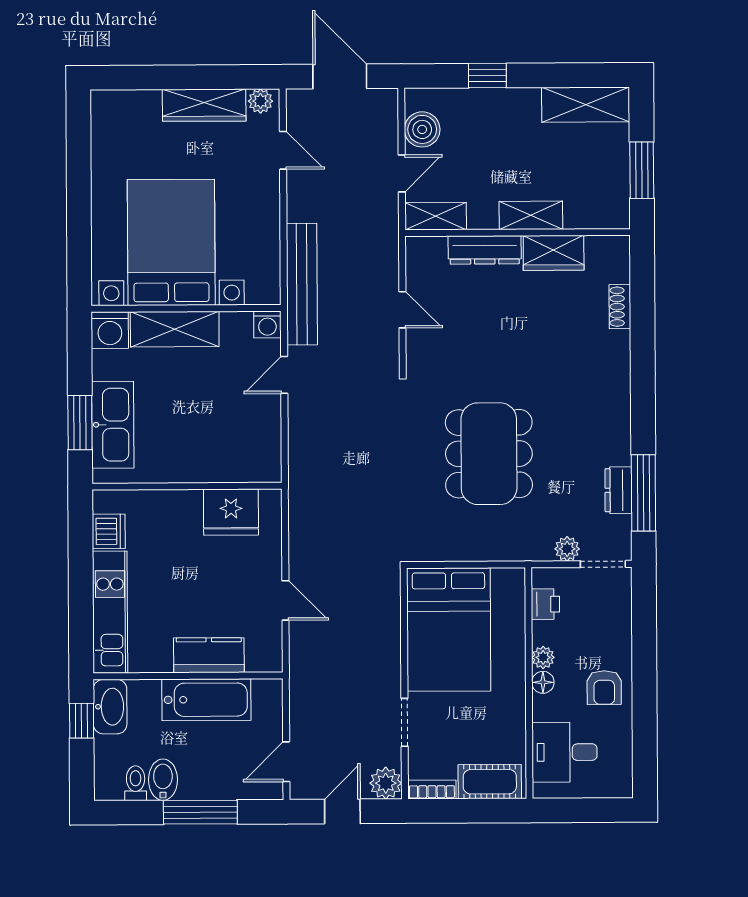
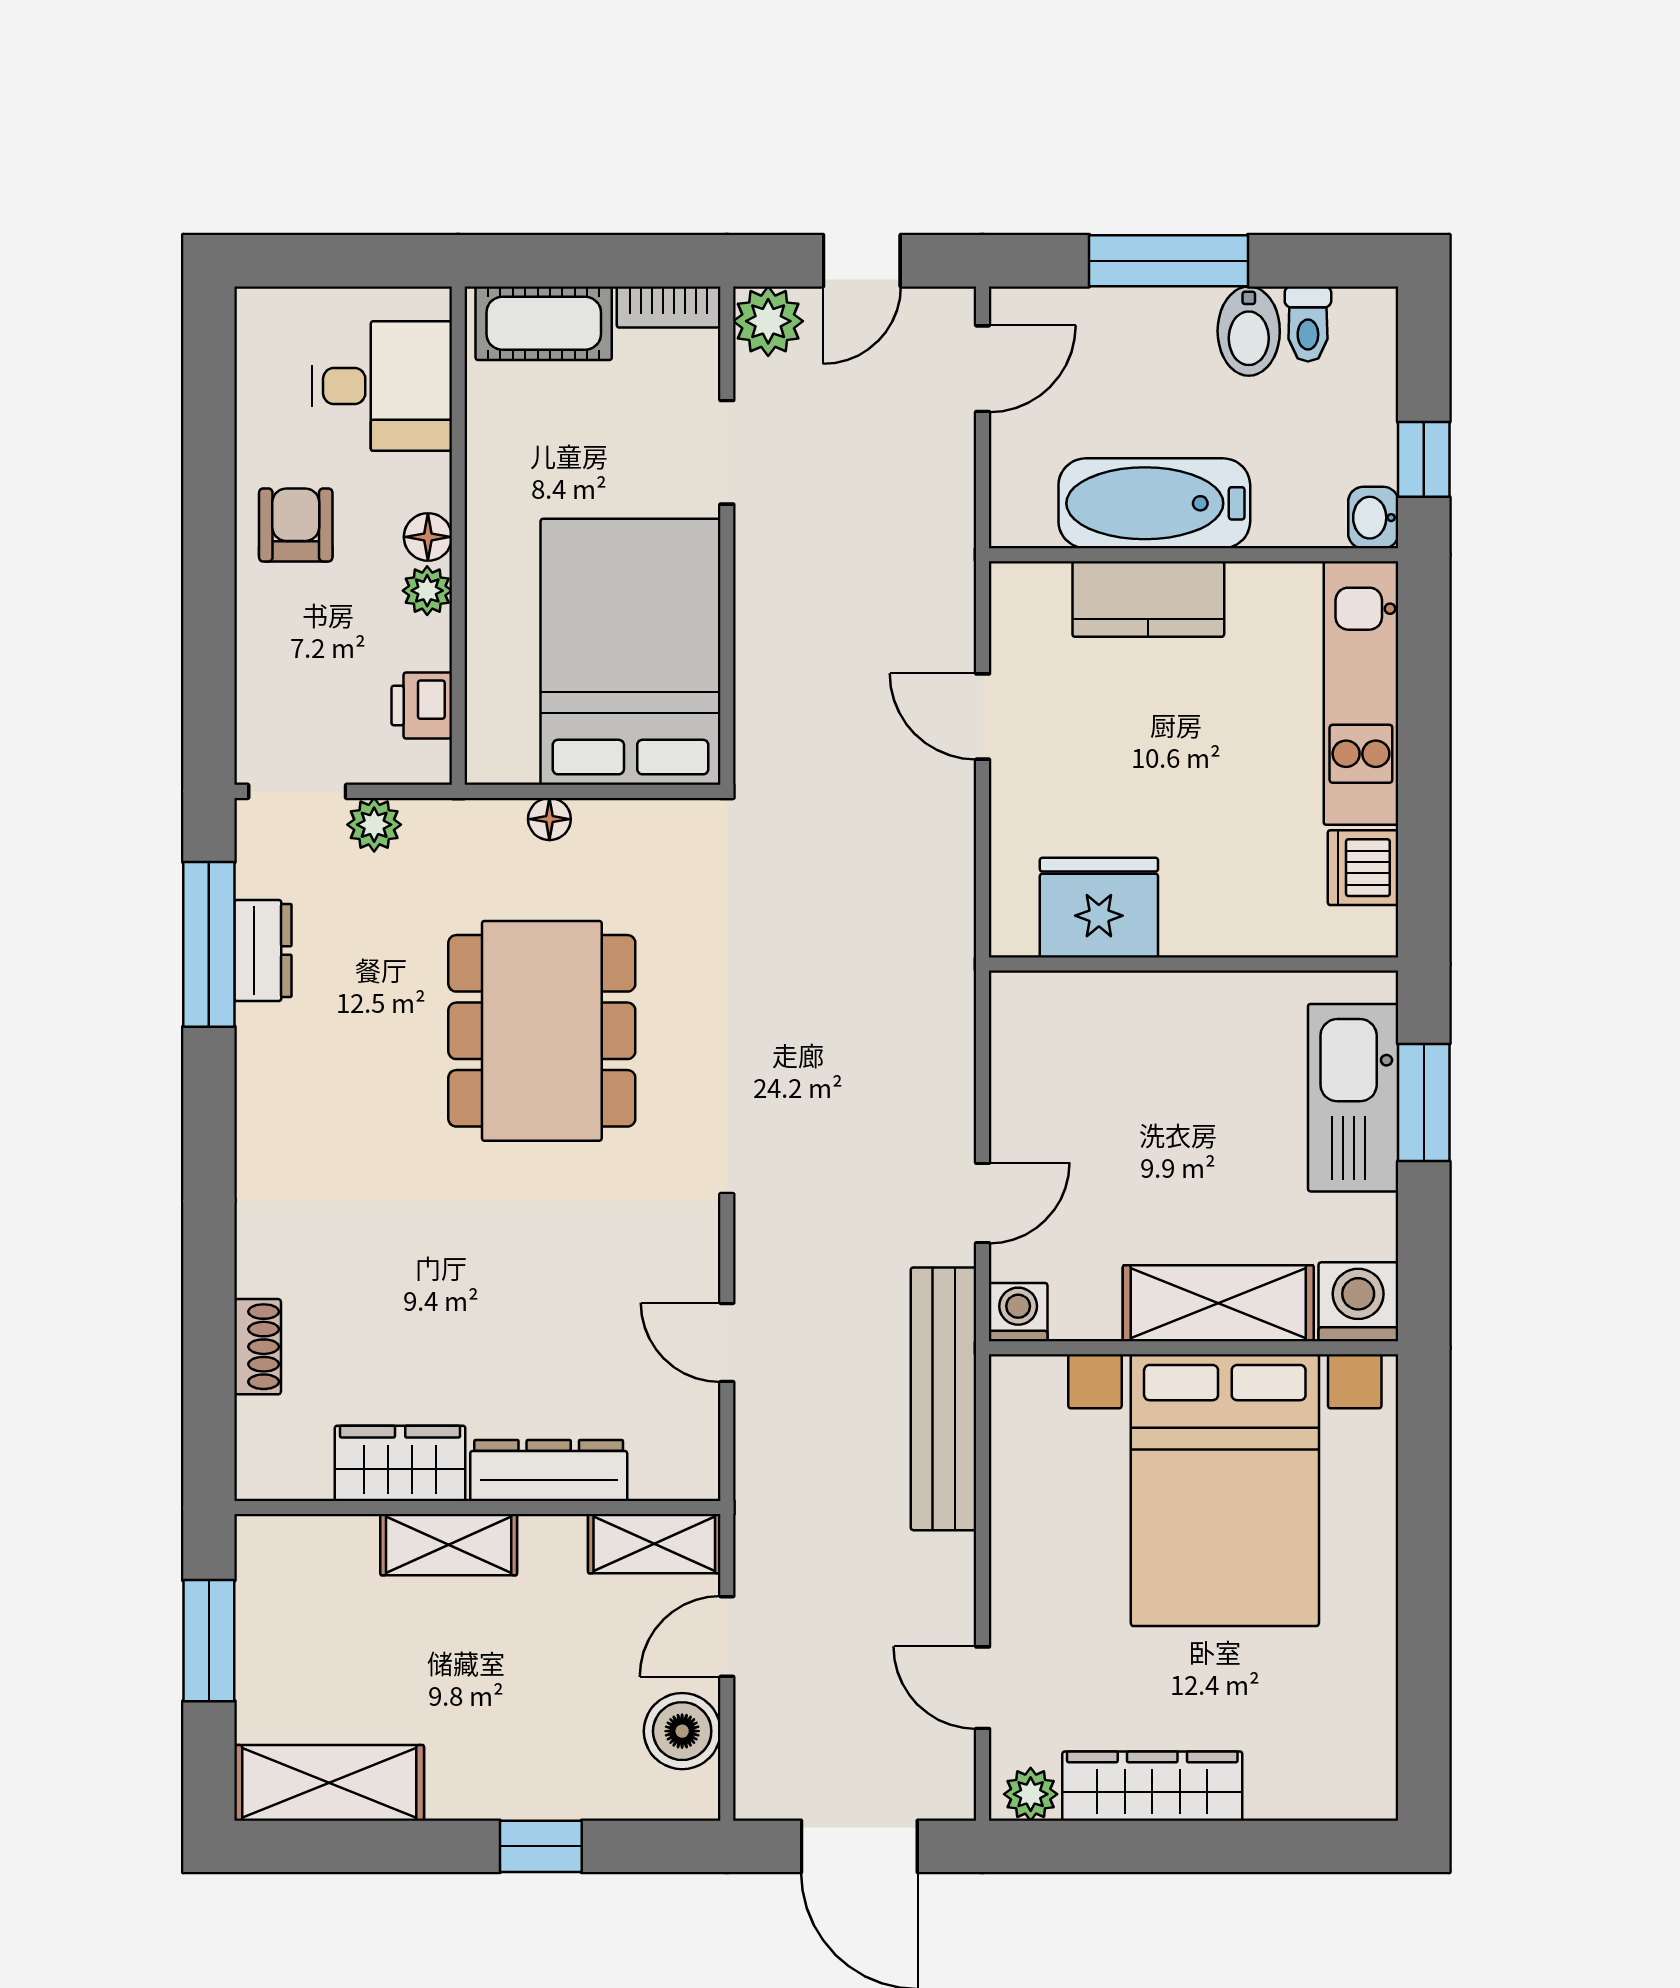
floor lamp: (486, 552) -> (549, 819), added
washbasin: (110, 707) -> (1373, 518), width x0.52, depth x0.69

